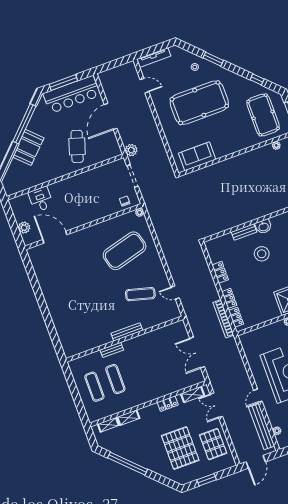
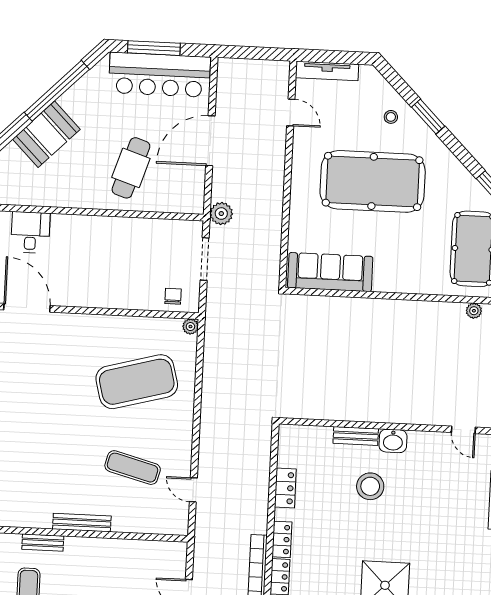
sofa: (197, 156) -> (330, 272), width x1.36

